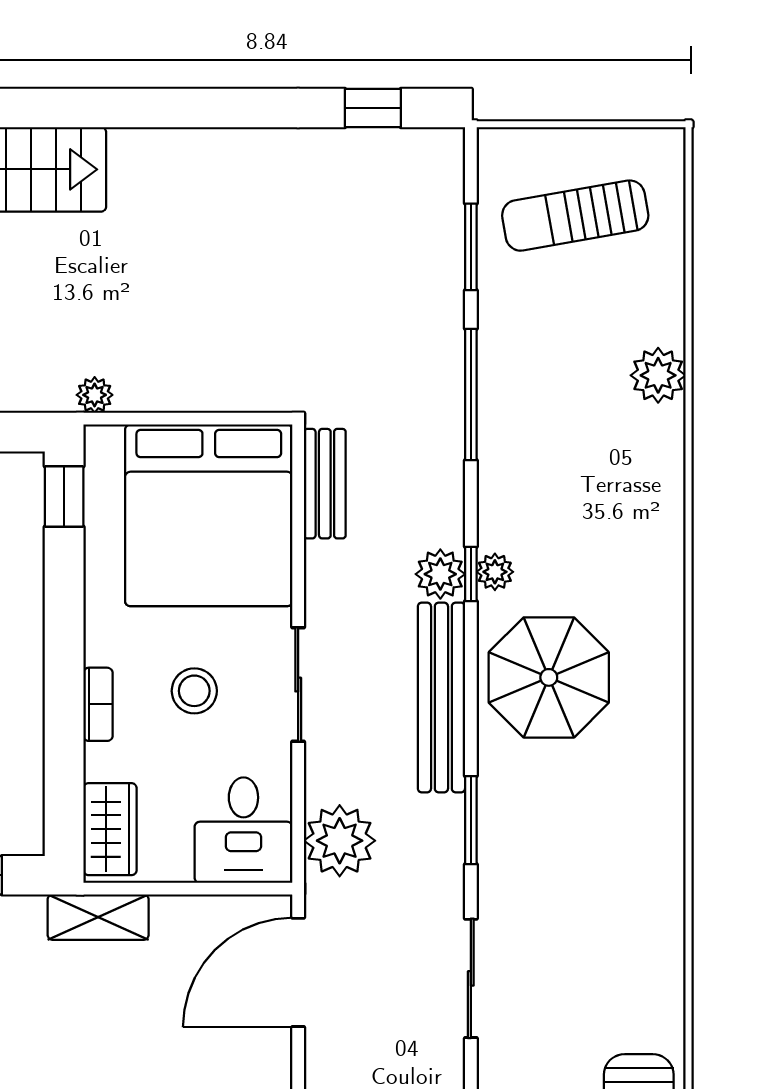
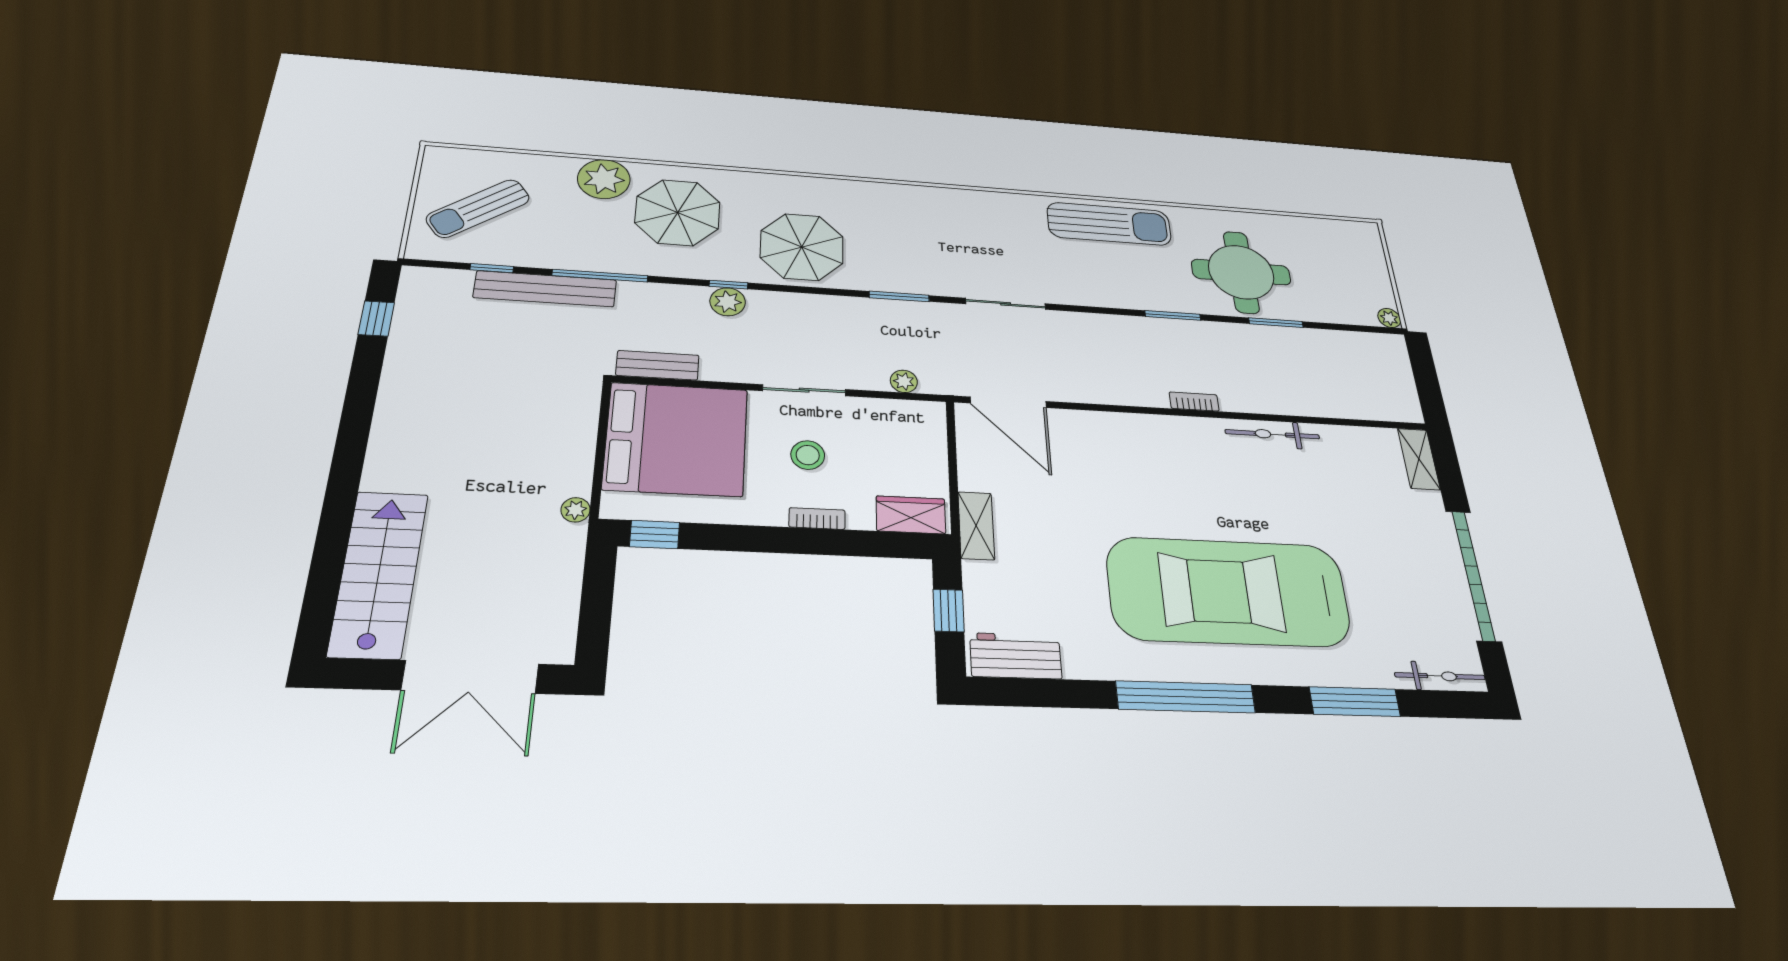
sun lounger: (575, 216) -> (478, 208), turned 64
window: (471, 247) -> (492, 268), width x0.67
plant: (658, 375) -> (604, 179), width x1.36, depth x1.36
parasol: (596, 495) -> (678, 213), added
plant: (495, 572) -> (728, 271), removed
bench: (441, 697) -> (545, 289), moved
desk: (243, 830) -> (909, 430), removed
plant: (340, 841) -> (904, 381), width x0.53, depth x0.53

